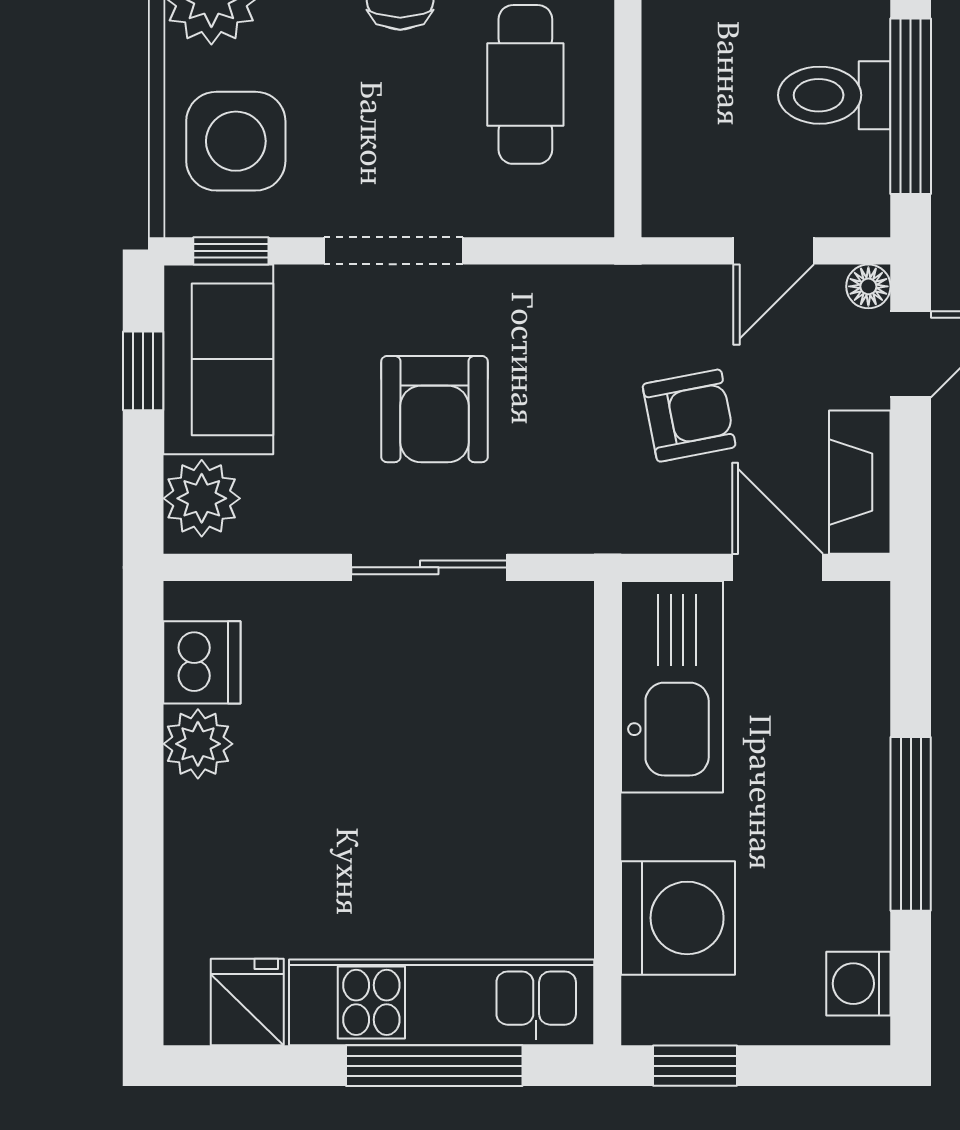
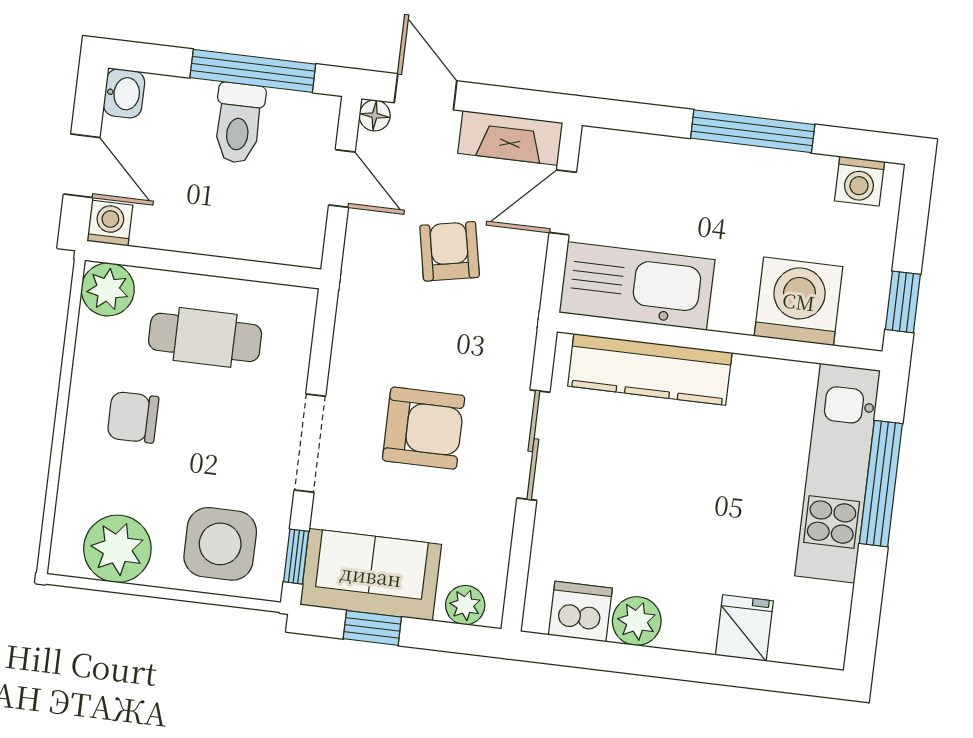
plant: (202, 498) -> (465, 605), width x0.73, depth x0.73
kitchen counter: (556, 719) -> (650, 369), added
fridge: (247, 1002) -> (744, 628), moved, turned 90

